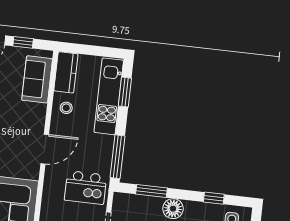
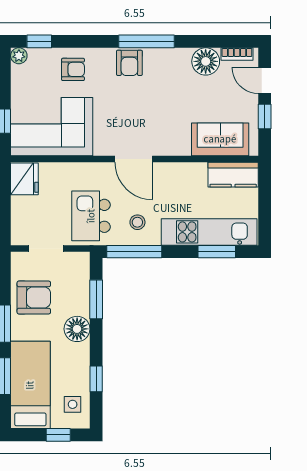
stool: (66, 108) -> (137, 222), moved

